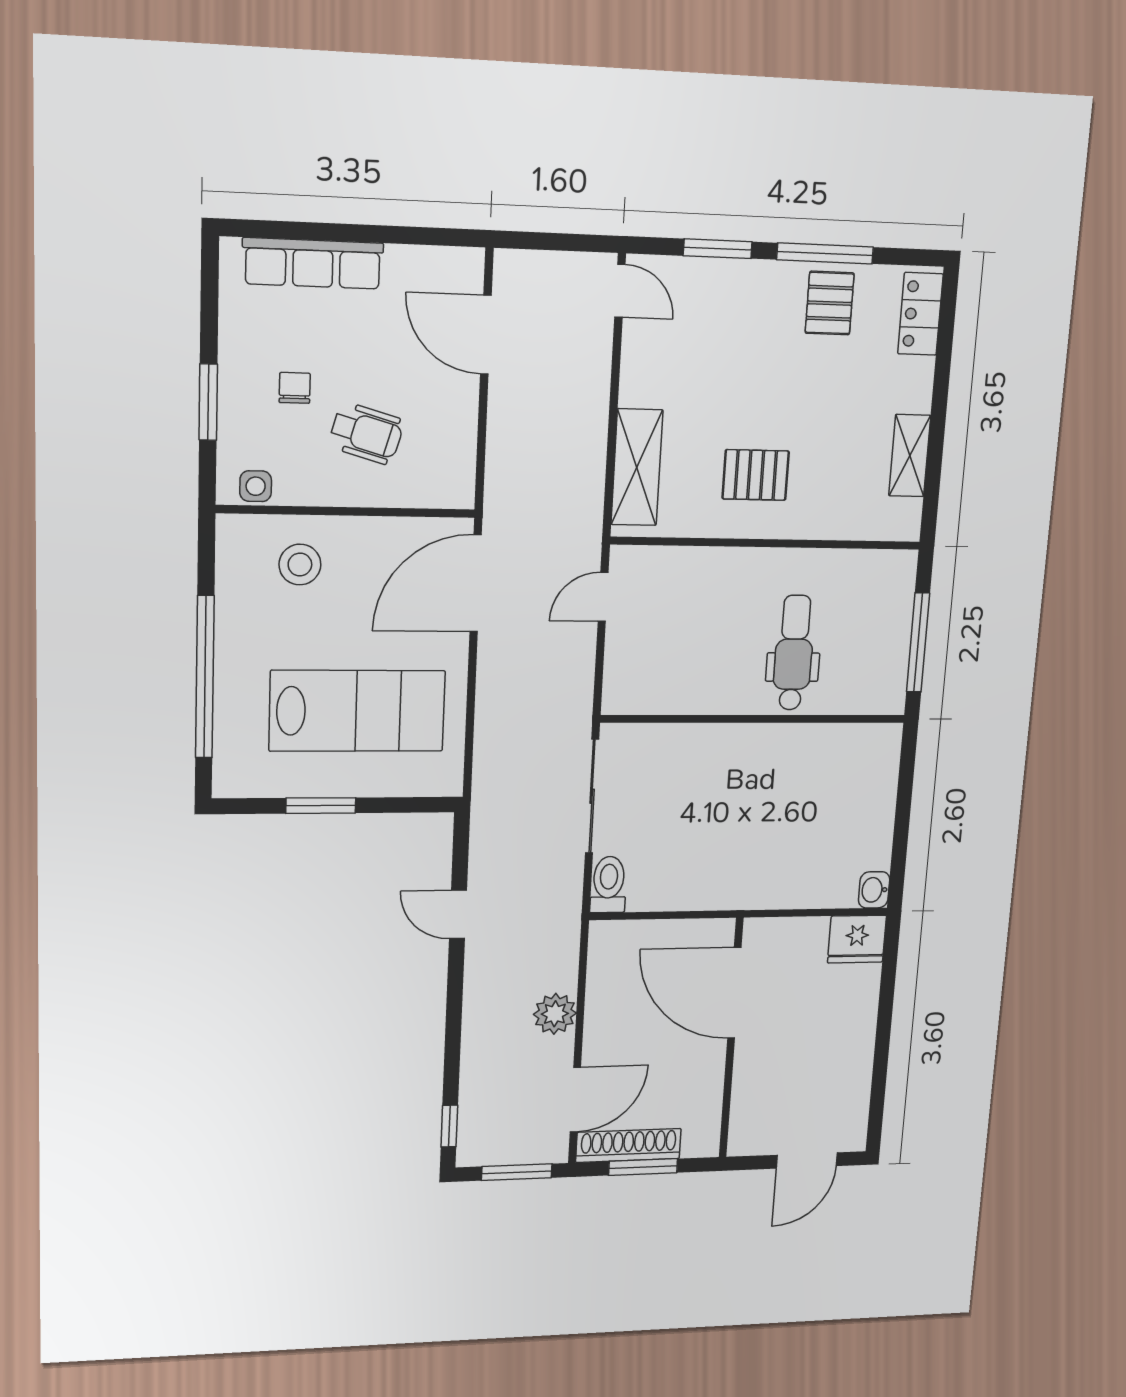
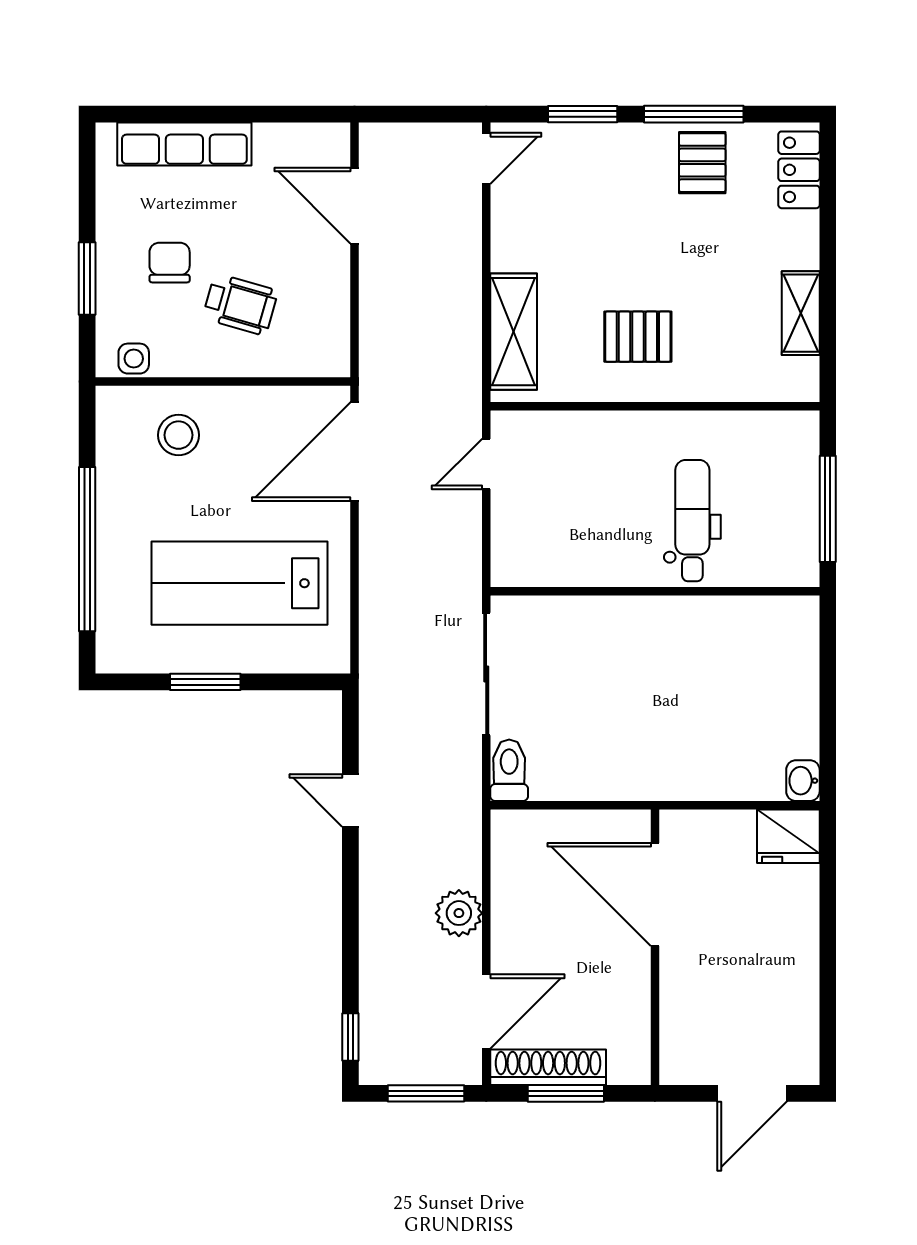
door: (620, 291) -> (486, 158), hinge flipped
chair: (295, 388) -> (170, 263), width x1.37, depth x1.37
lab bench: (357, 711) -> (239, 583), turned 180

